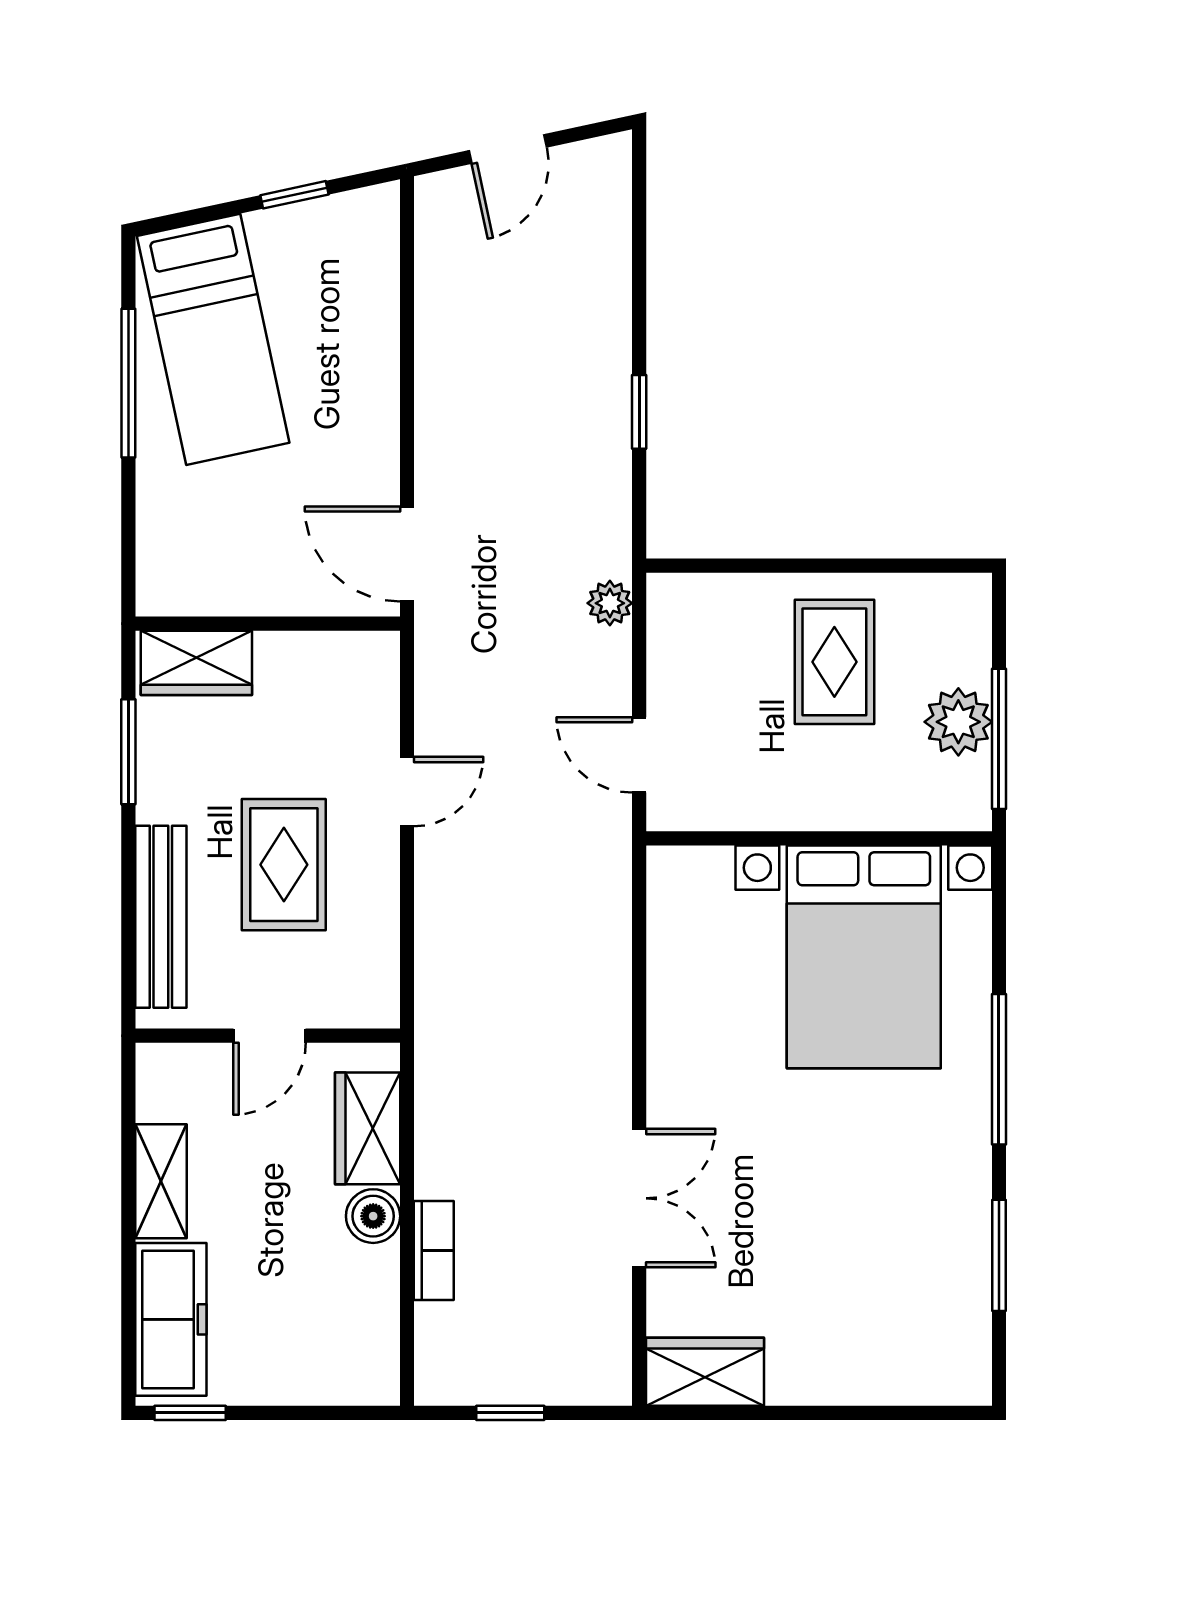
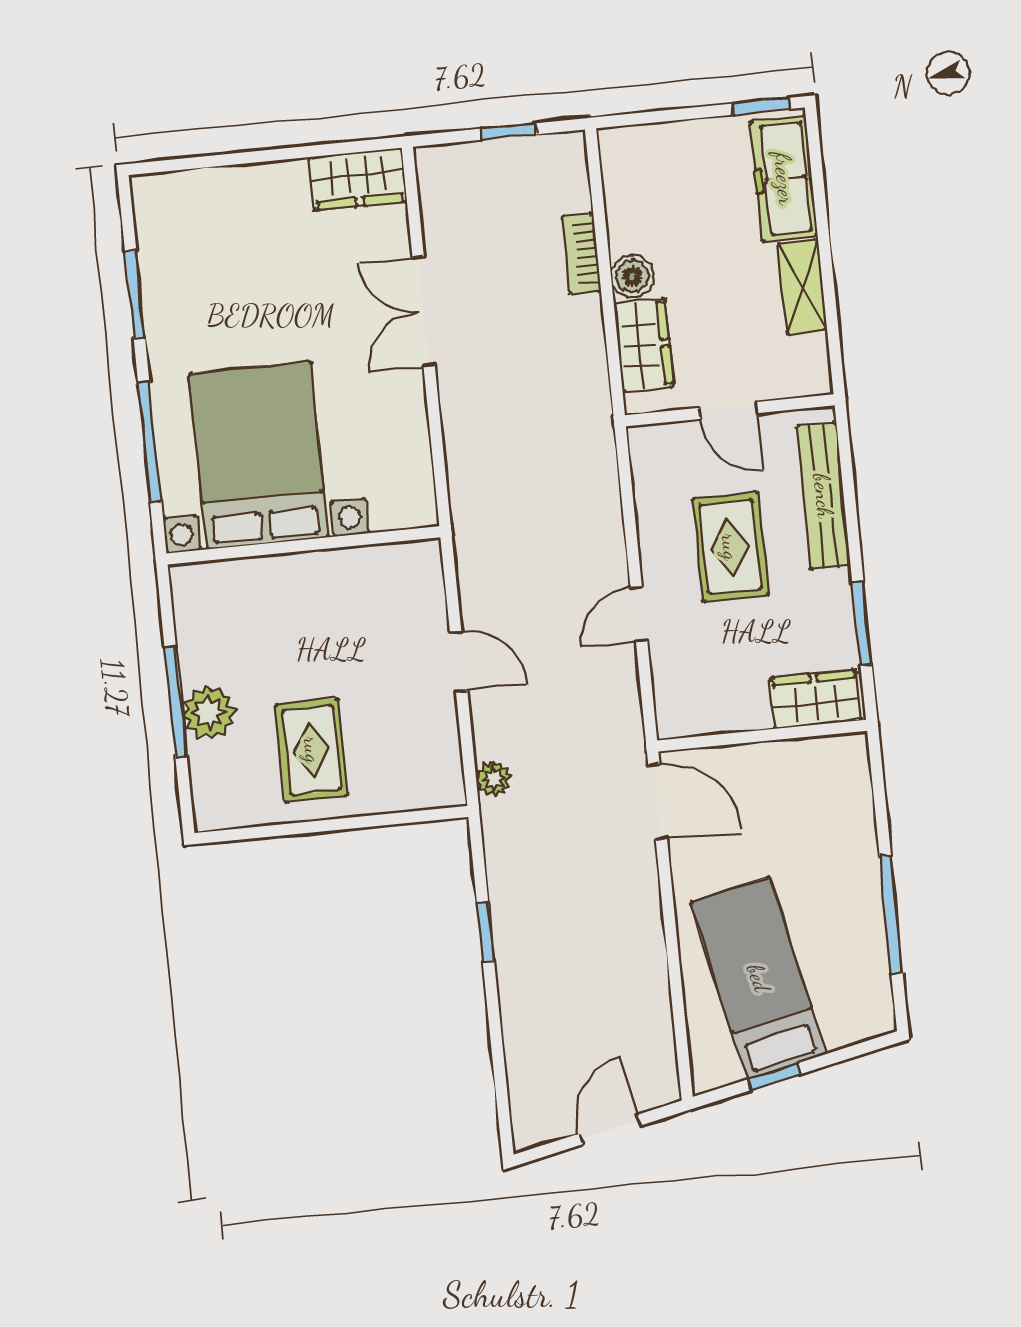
bed: (213, 339) -> (758, 978), moved
wall: (819, 838) -> (303, 545), moved
bed with nightstands: (864, 957) -> (259, 455), moved
door: (270, 1036) -> (728, 410), swing flipped

